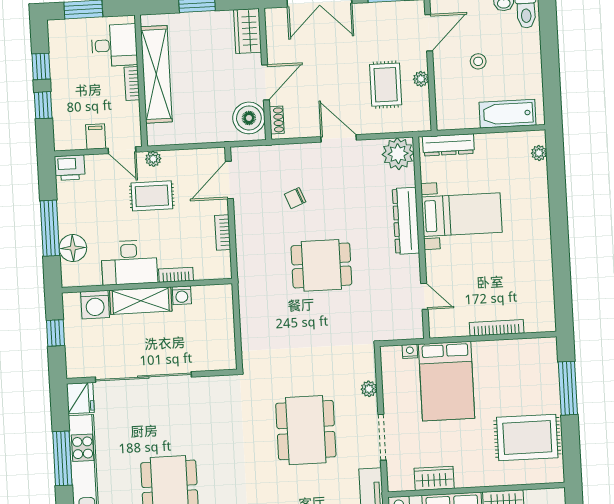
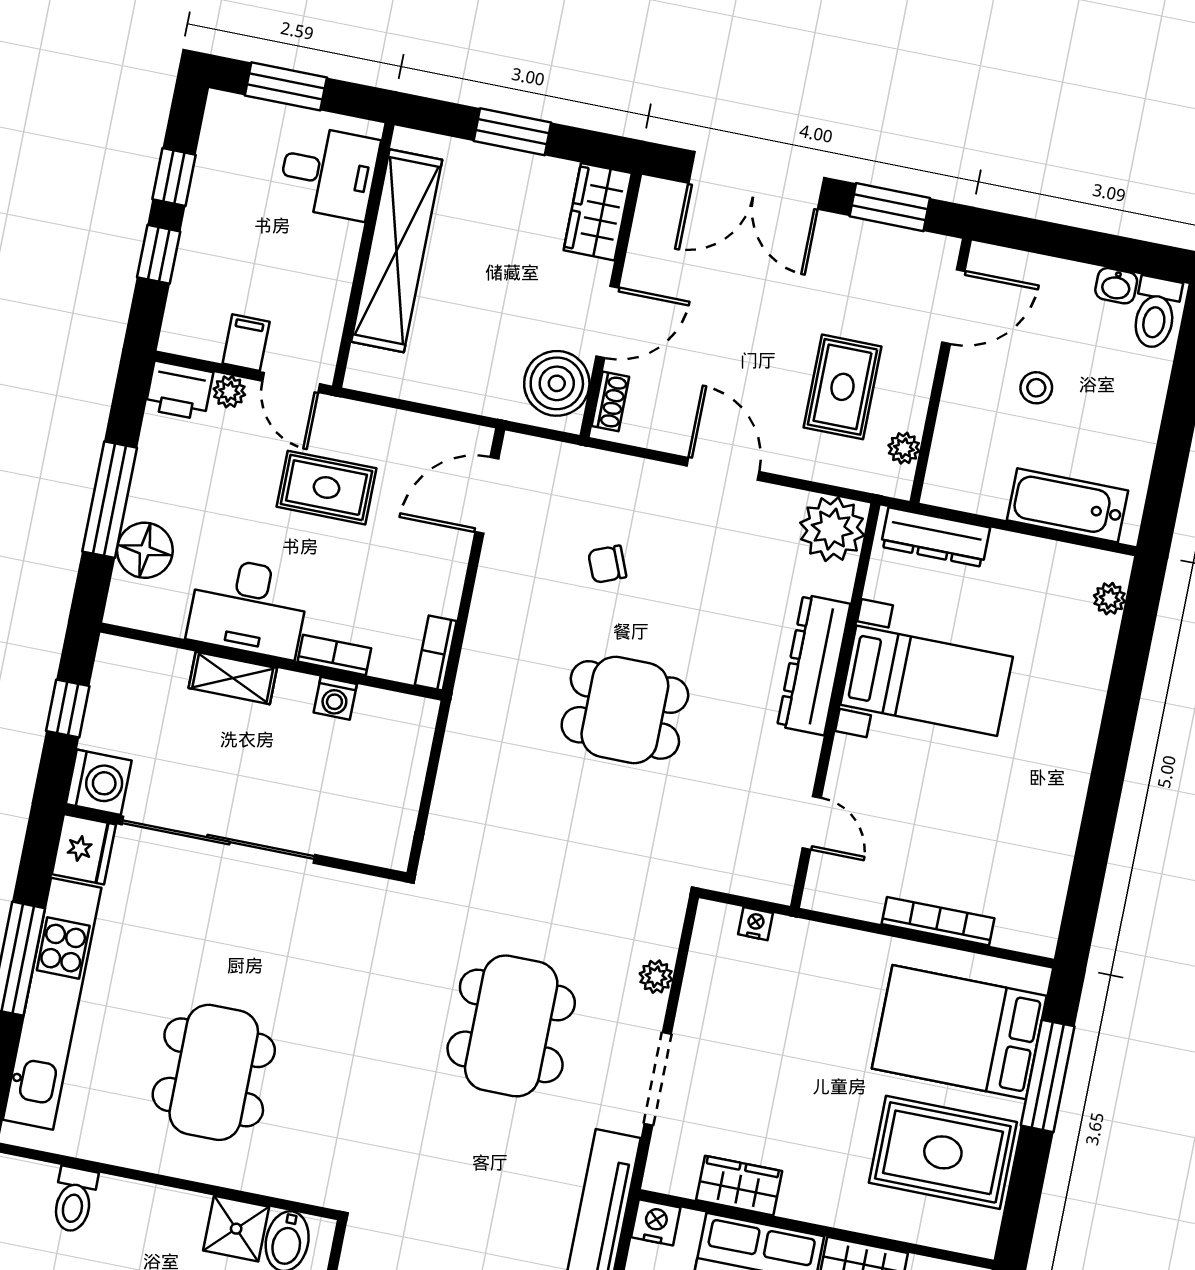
plant: (421, 79) -> (904, 448), moved
bookcase: (132, 84) -> (344, 257), removed
plant: (153, 159) -> (229, 392), moved
bookcase: (223, 232) -> (436, 653), moved
shelving: (141, 301) -> (233, 678), width x0.67, depth x0.75
washing machine: (95, 305) -> (99, 782), moved, turned -90
bed: (447, 381) -> (959, 1032), moved, turned 90

